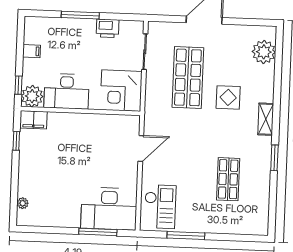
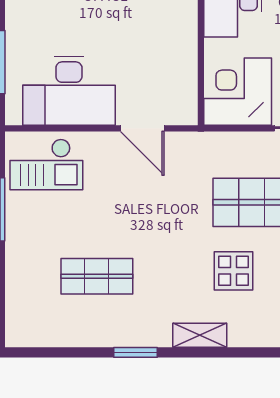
desk: (109, 209) -> (69, 91), moved, turned -90

